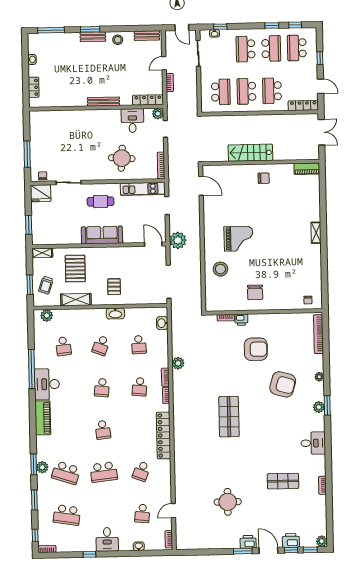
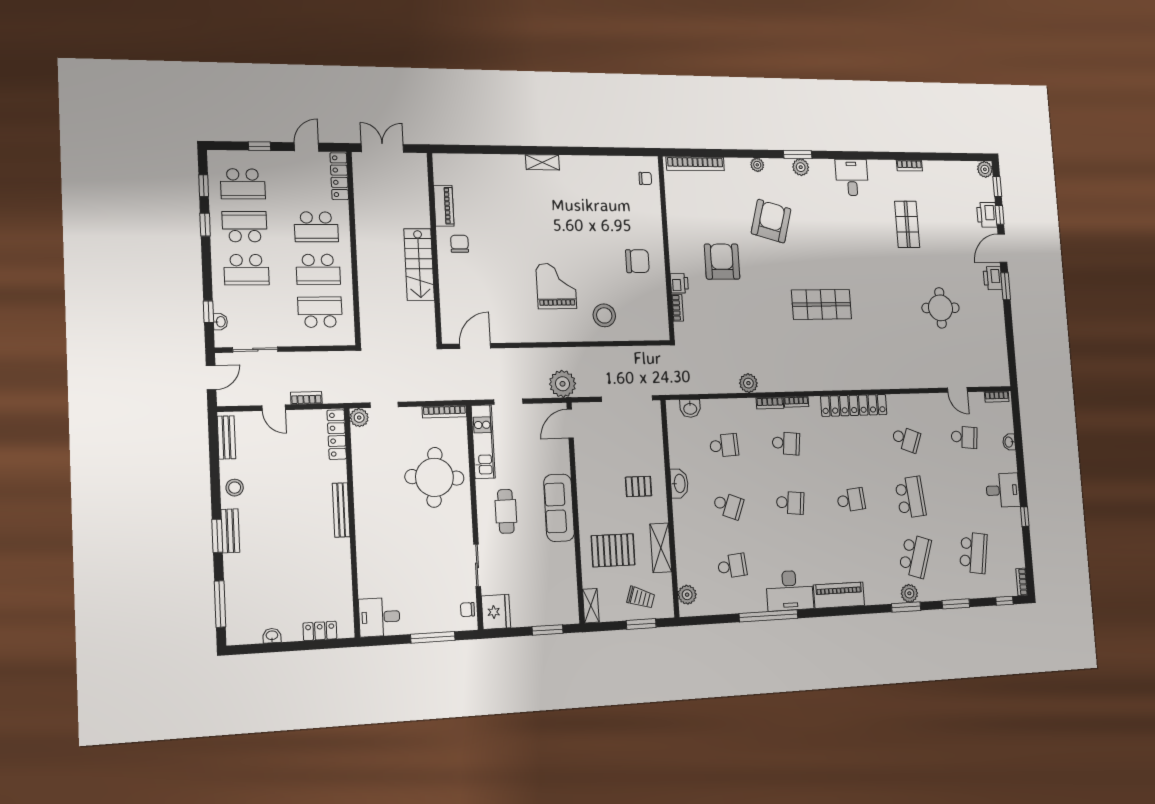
desk: (132, 121) -> (379, 617), moved
round table: (122, 158) -> (434, 477), width x1.36, depth x1.36
piano: (307, 169) -> (444, 206), moved

